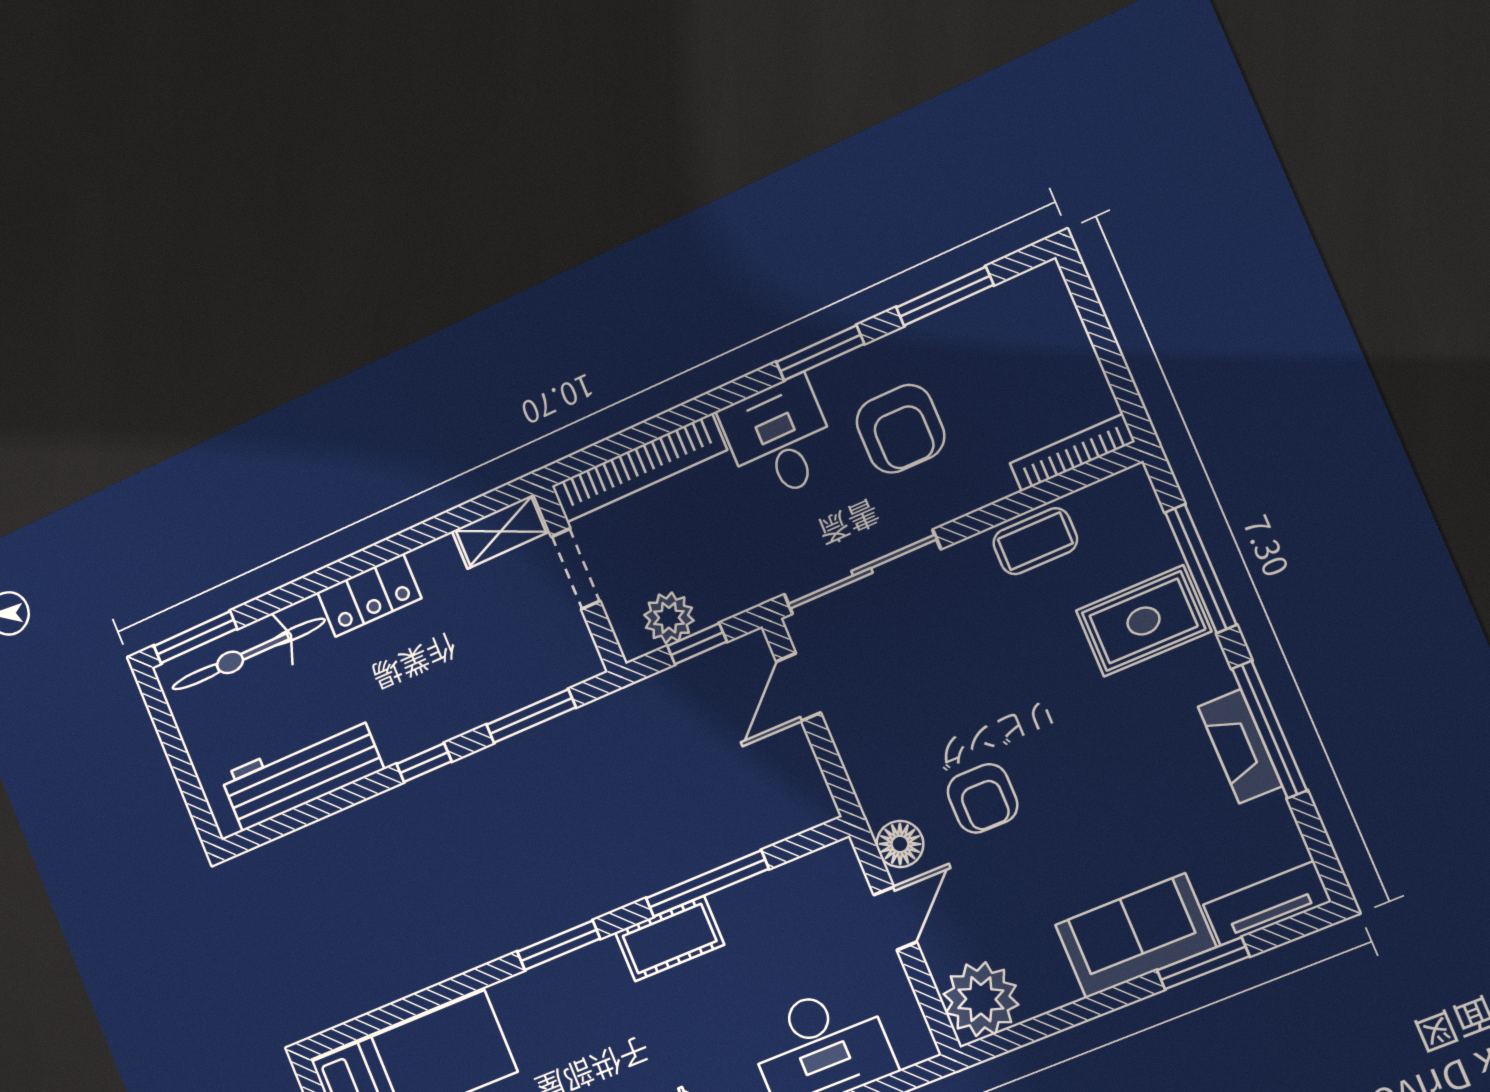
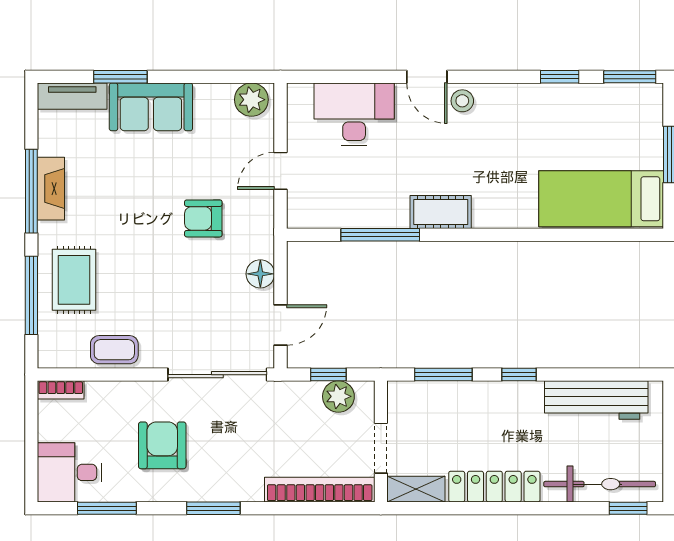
window: (820, 353) -> (213, 508), moved
desk: (780, 439) -> (70, 472), moved, turned 90
bookcase: (1072, 453) -> (61, 390), width x0.64
locker: (369, 595) -> (494, 487), width x1.53
rug: (1144, 621) -> (74, 280), turned 90
window: (195, 637) -> (628, 508), width x0.67
armchair: (983, 798) -> (203, 218), turned -90
floor lamp: (900, 844) -> (260, 274), moved
cot: (670, 939) -> (441, 212), moved
window: (559, 945) -> (483, 235), removed
plant: (981, 999) -> (251, 100), width x0.73, depth x0.73

